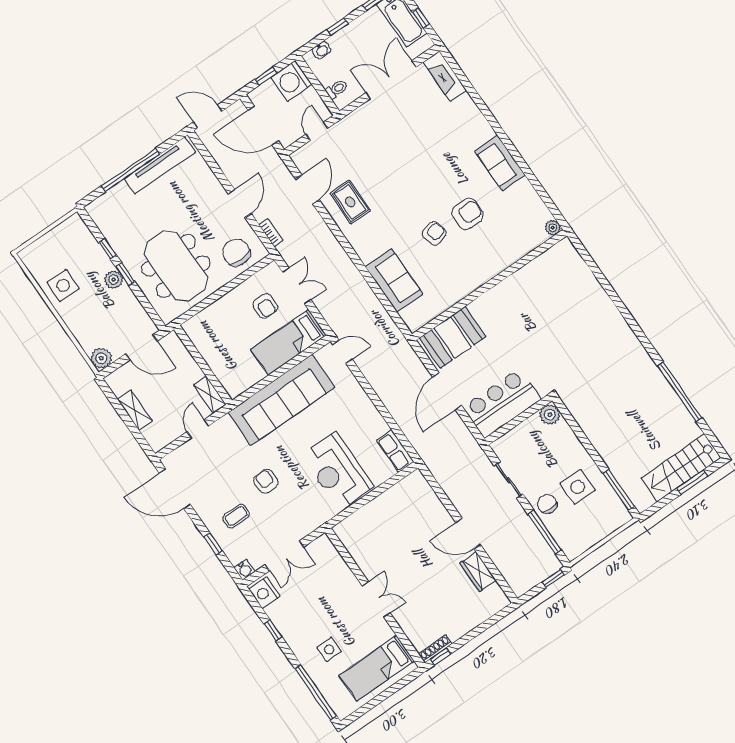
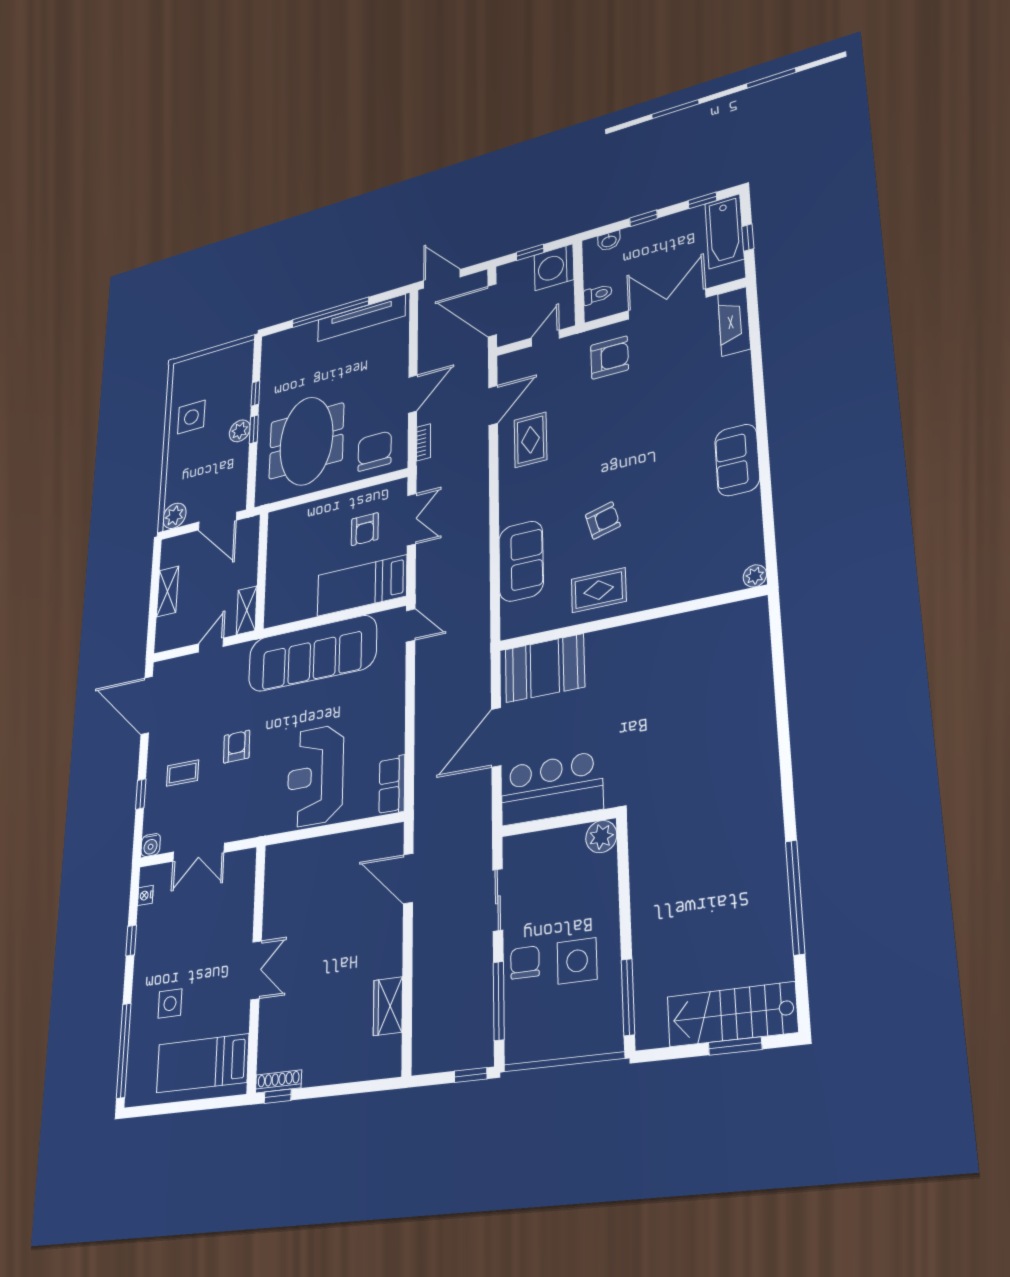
armchair: (467, 214) -> (610, 358), moved
rug: (458, 276) -> (599, 590), added
door: (468, 533) -> (408, 878), moved
nightstand: (264, 593) -> (145, 895), width x0.53, depth x0.56

